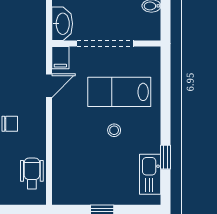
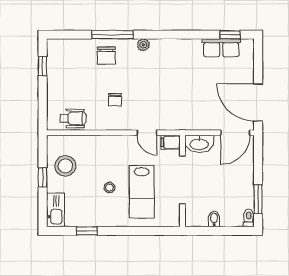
lab bench: (119, 92) -> (142, 192), turned 180
kitchen sink: (150, 174) -> (55, 210), moved, turned 90
stool: (88, 183) -> (65, 166), added

